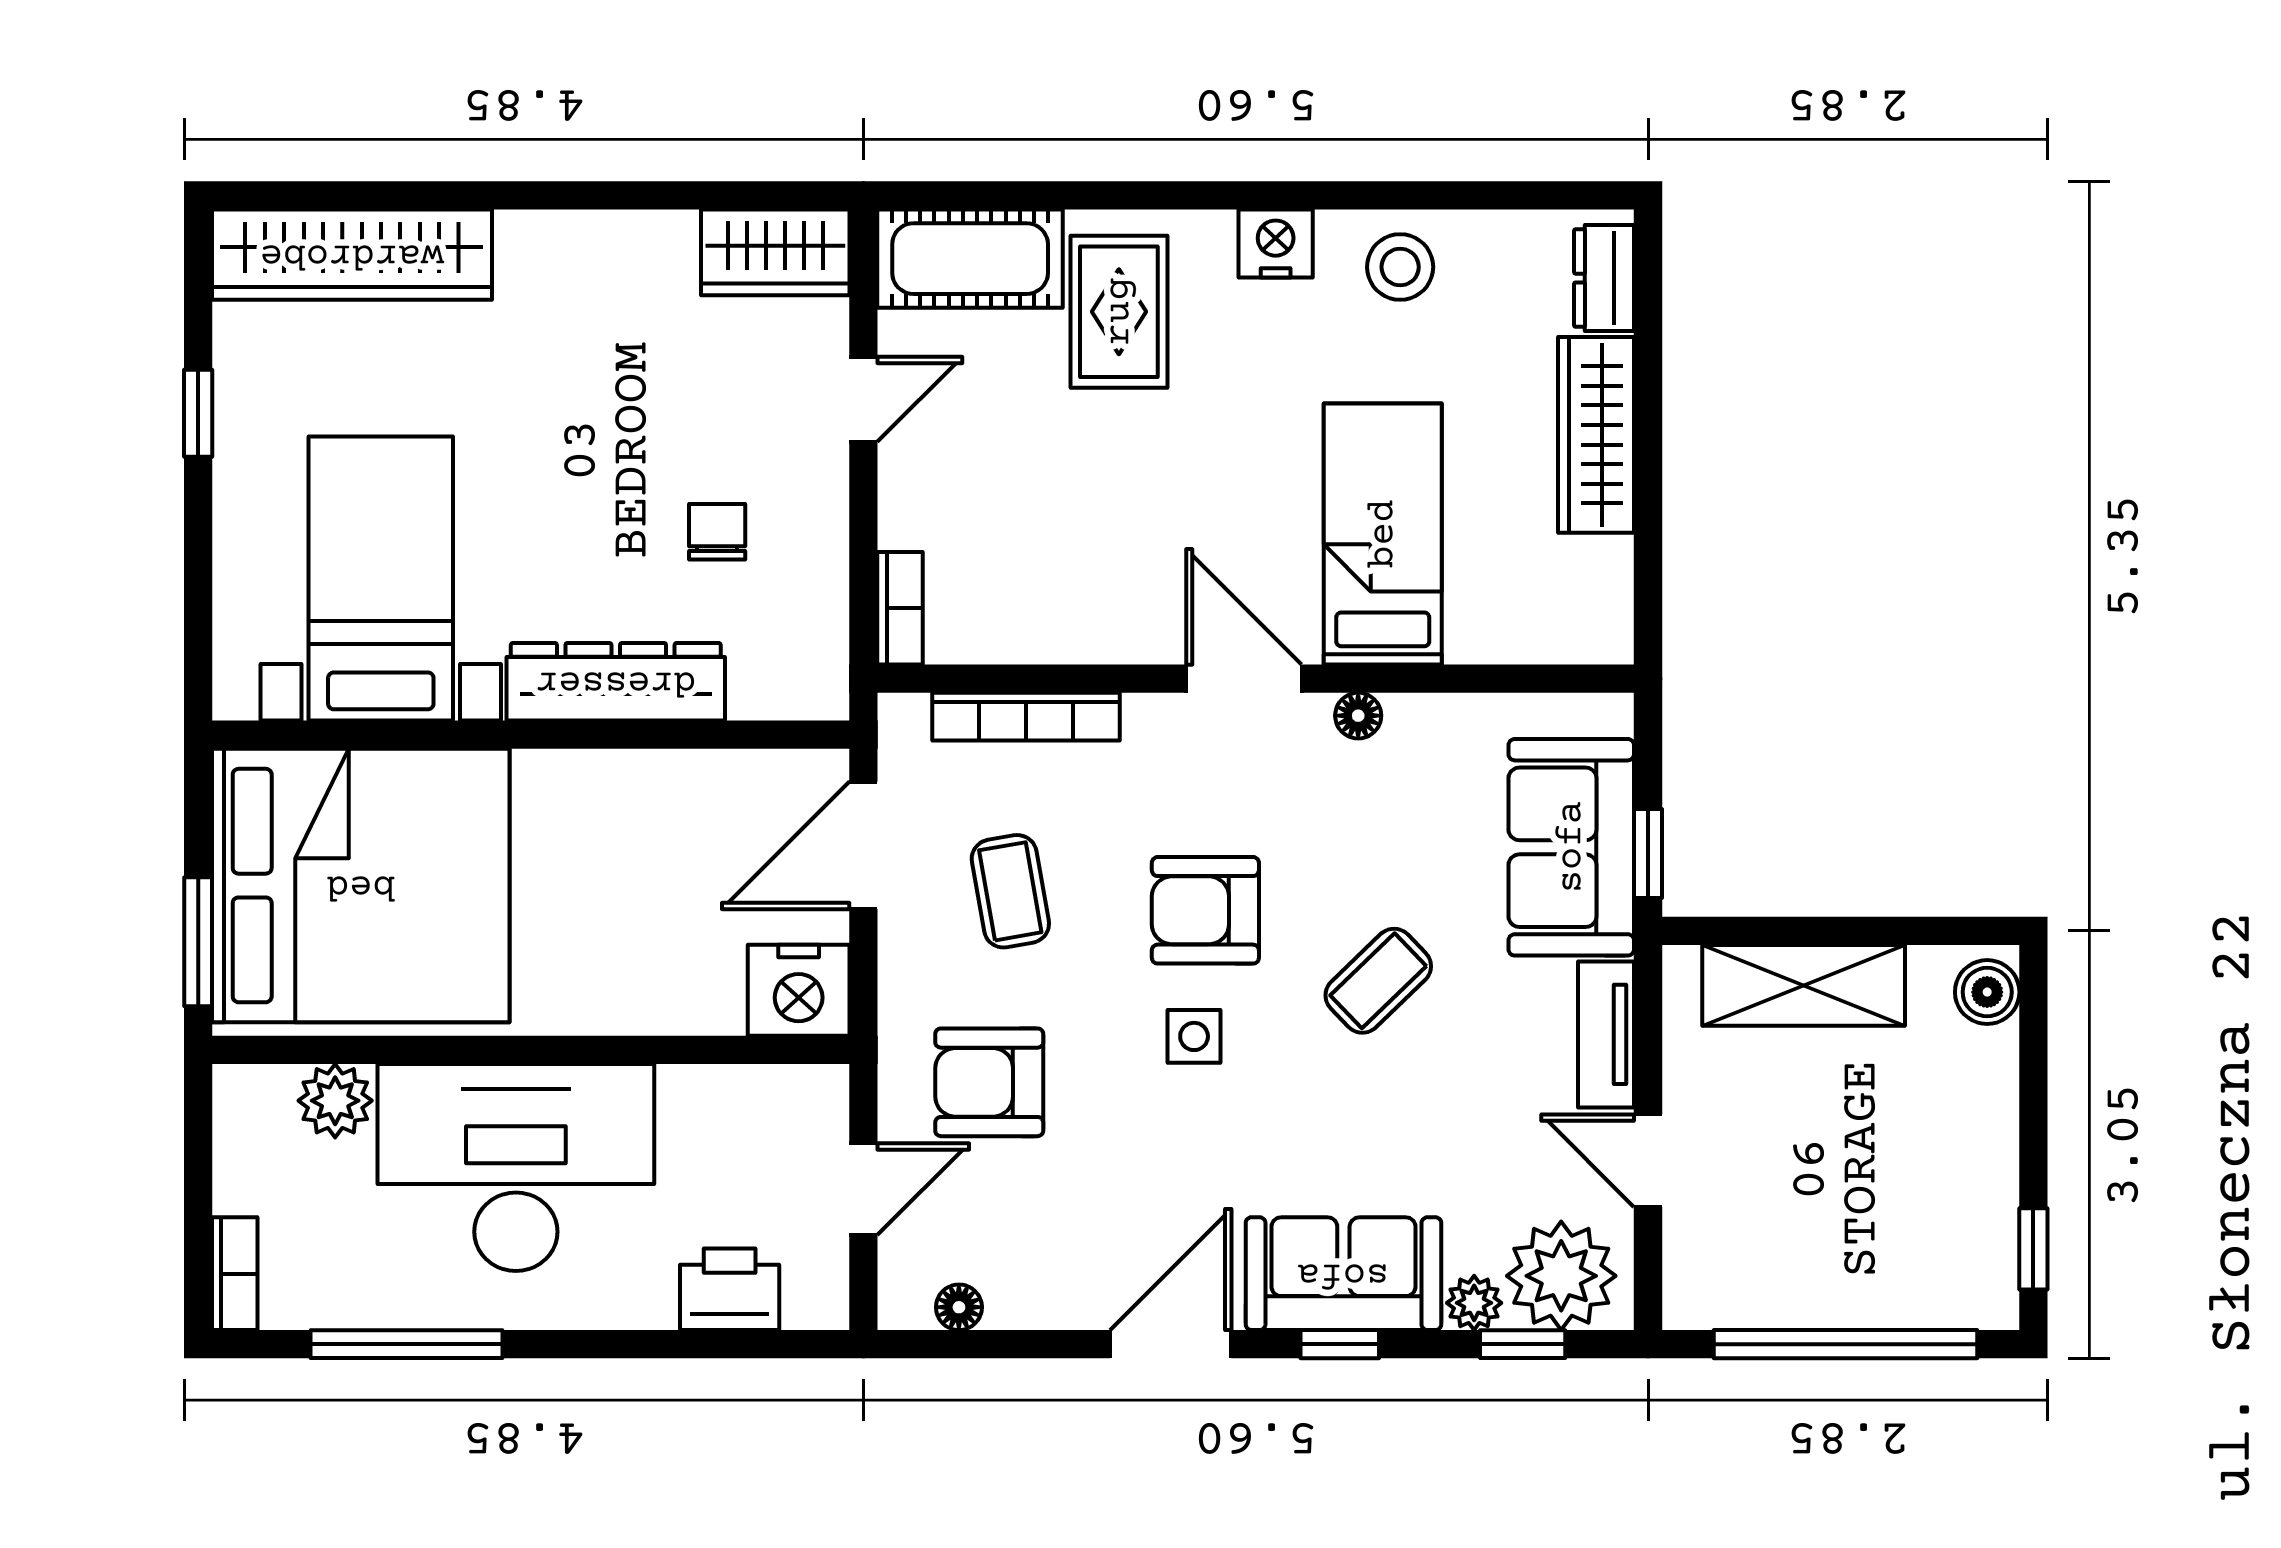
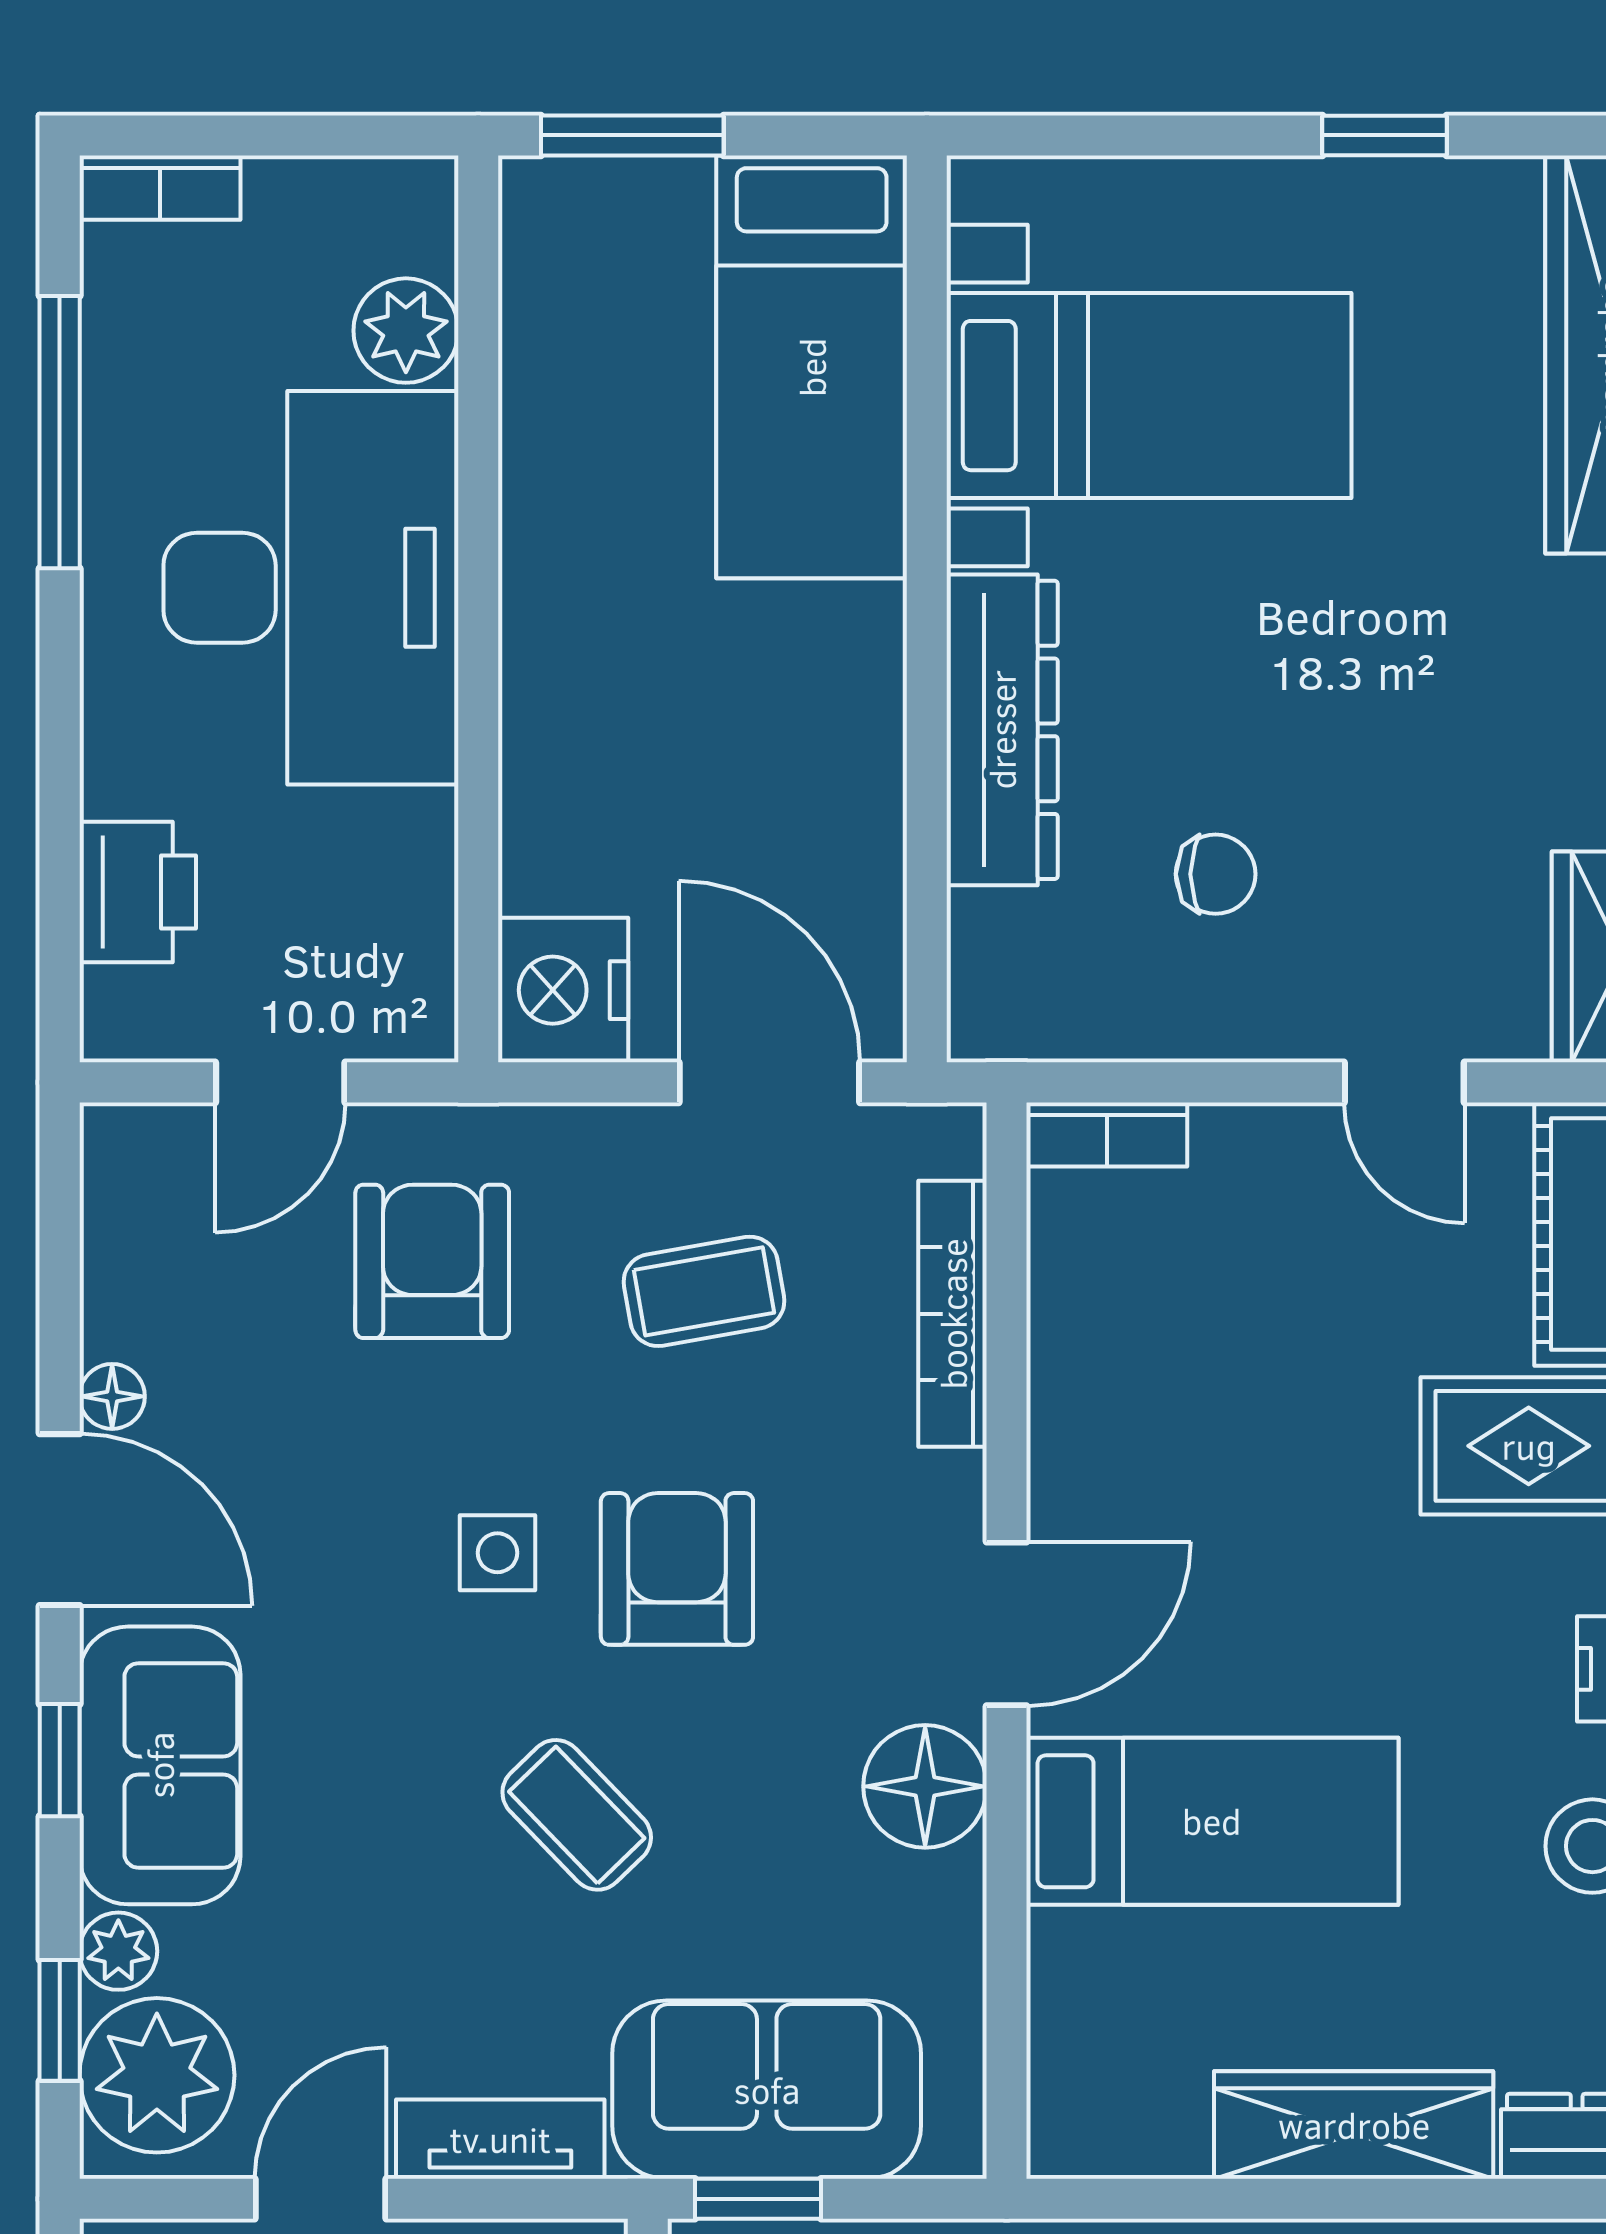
floor lamp: (1358, 716) -> (925, 1786), width x1.89, depth x1.89
bed: (361, 886) -> (812, 367), width x0.49
door: (863, 1189) -> (280, 1082), hinge flipped
floor lamp: (959, 1307) -> (112, 1396), moved

